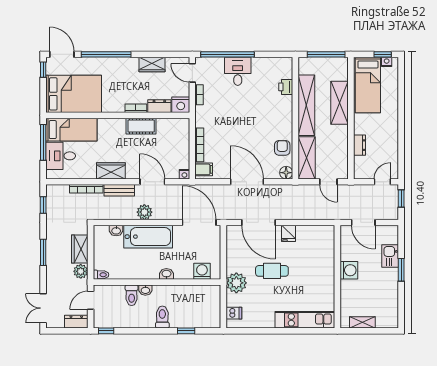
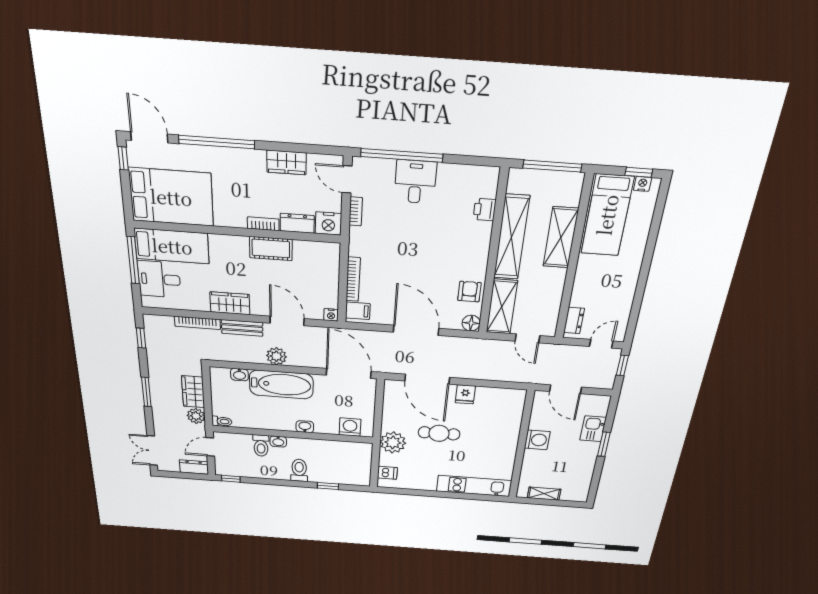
dresser: (359, 145) -> (574, 320), moved

